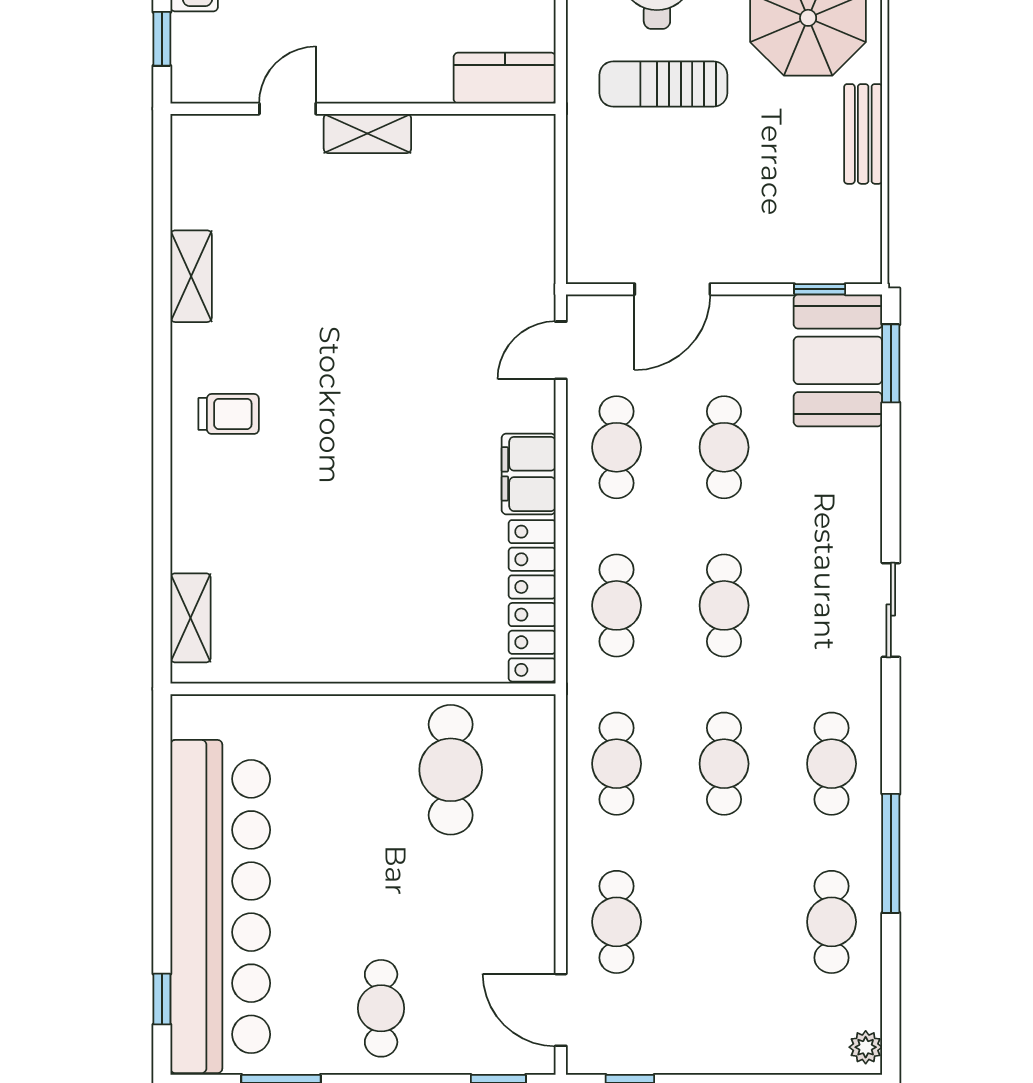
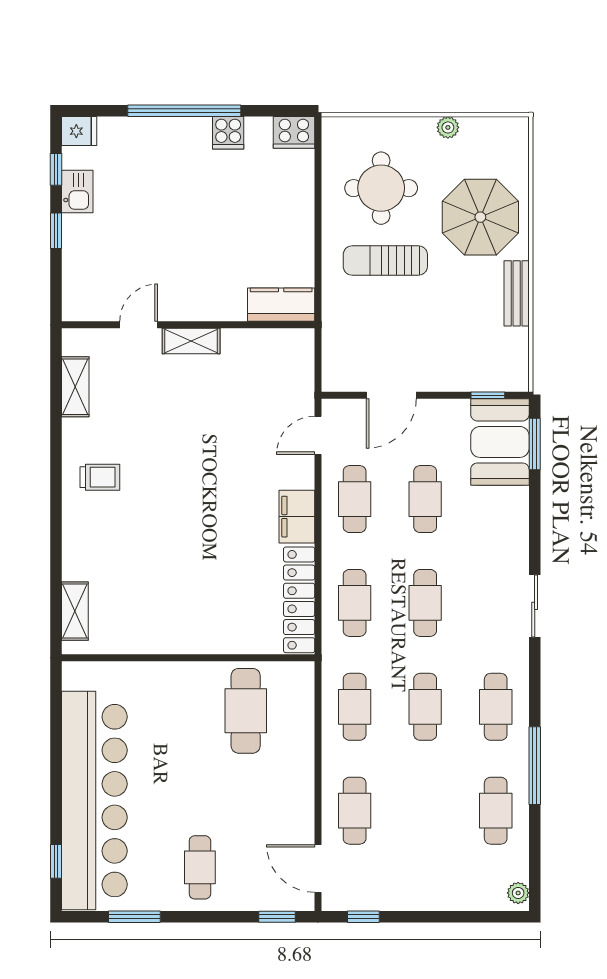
kitchen counter: (505, 78) -> (281, 305), moved
door: (288, 109) -> (139, 325), moved
wall: (363, 109) -> (188, 325), moved
shelving: (367, 134) -> (191, 341), moved

